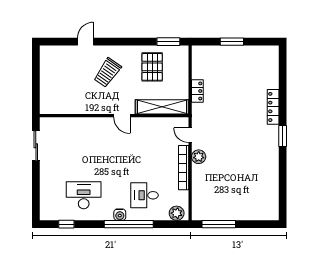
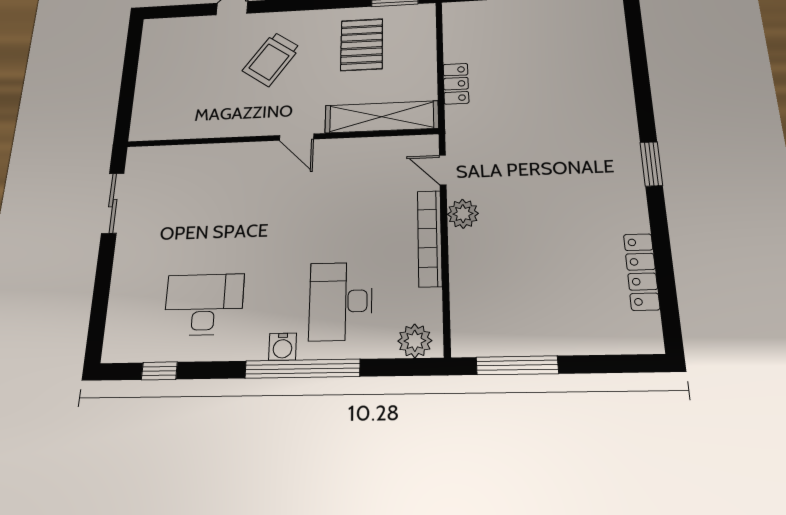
locker: (273, 107) -> (642, 272), moved
desk: (145, 195) -> (341, 301), width x1.37

